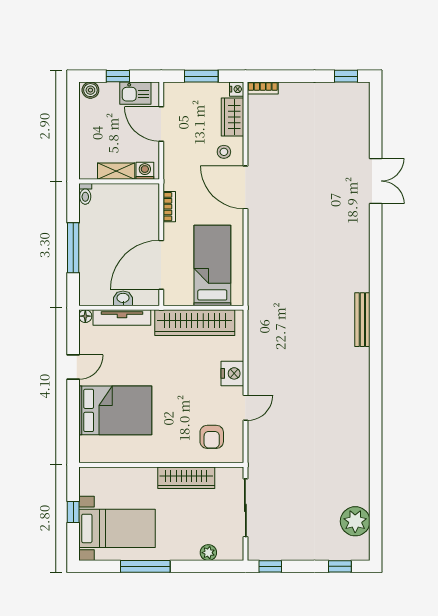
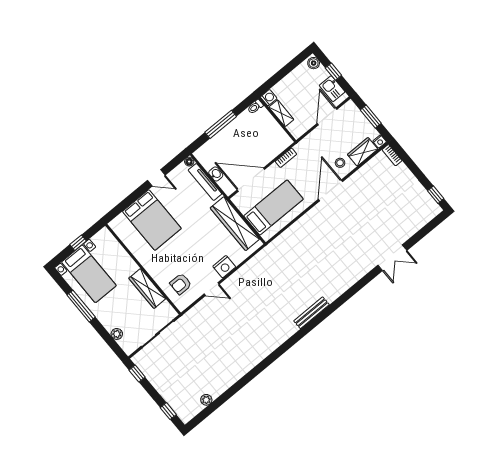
washing machine: (145, 171) -> (269, 98), moved
plant: (355, 521) -> (206, 400), width x0.53, depth x0.53

